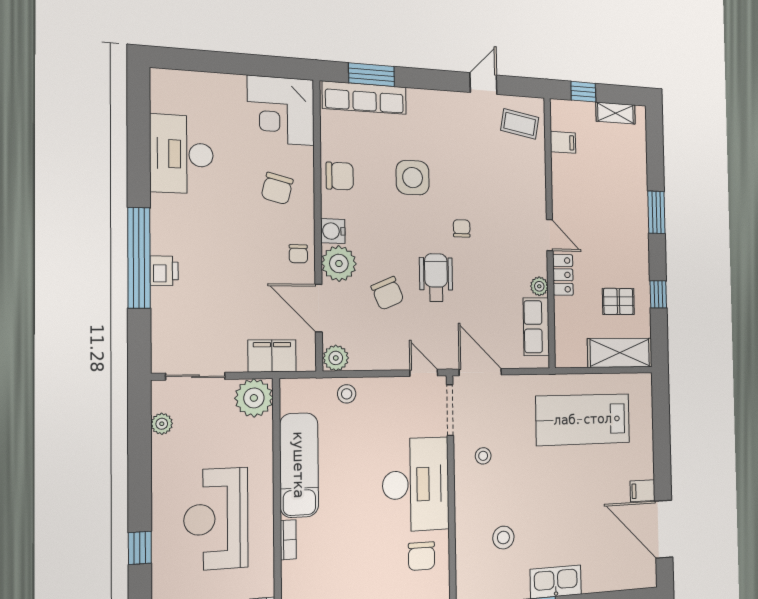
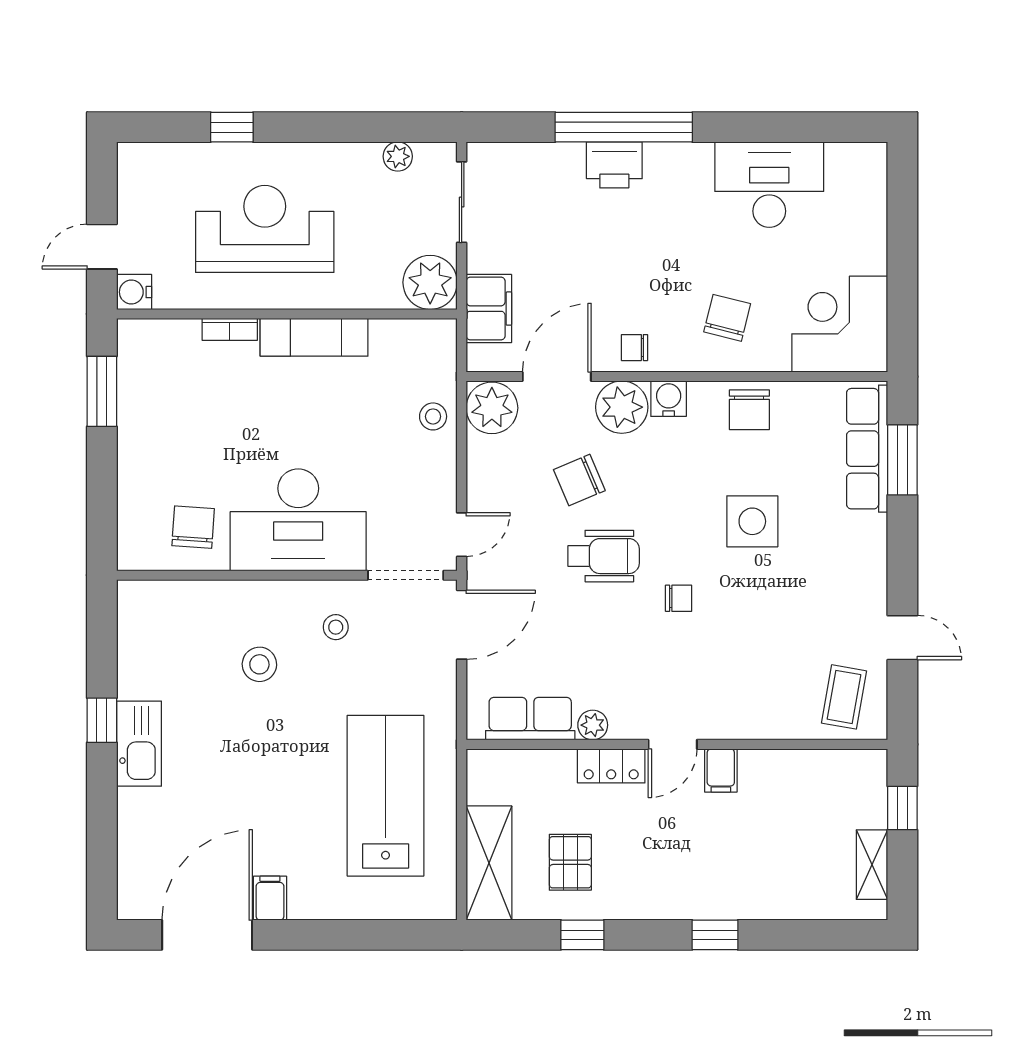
filing cabinet: (563, 142) -> (721, 770), moved
chair: (277, 188) -> (727, 318), turned 90
window: (656, 212) -> (715, 935), width x0.67
printer: (164, 271) -> (614, 165), width x1.36, depth x1.24
plant: (336, 358) -> (492, 408), width x1.36, depth x1.36
exam couch: (299, 465) -> (314, 337), width x0.73, depth x0.69
stool: (503, 538) -> (259, 664), moved
chair: (422, 556) -> (193, 527), turned 94

